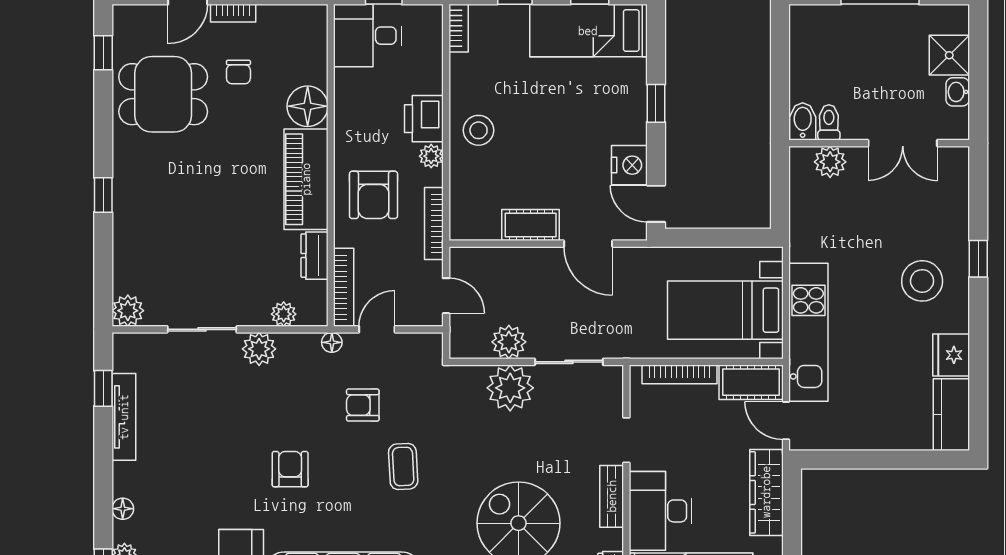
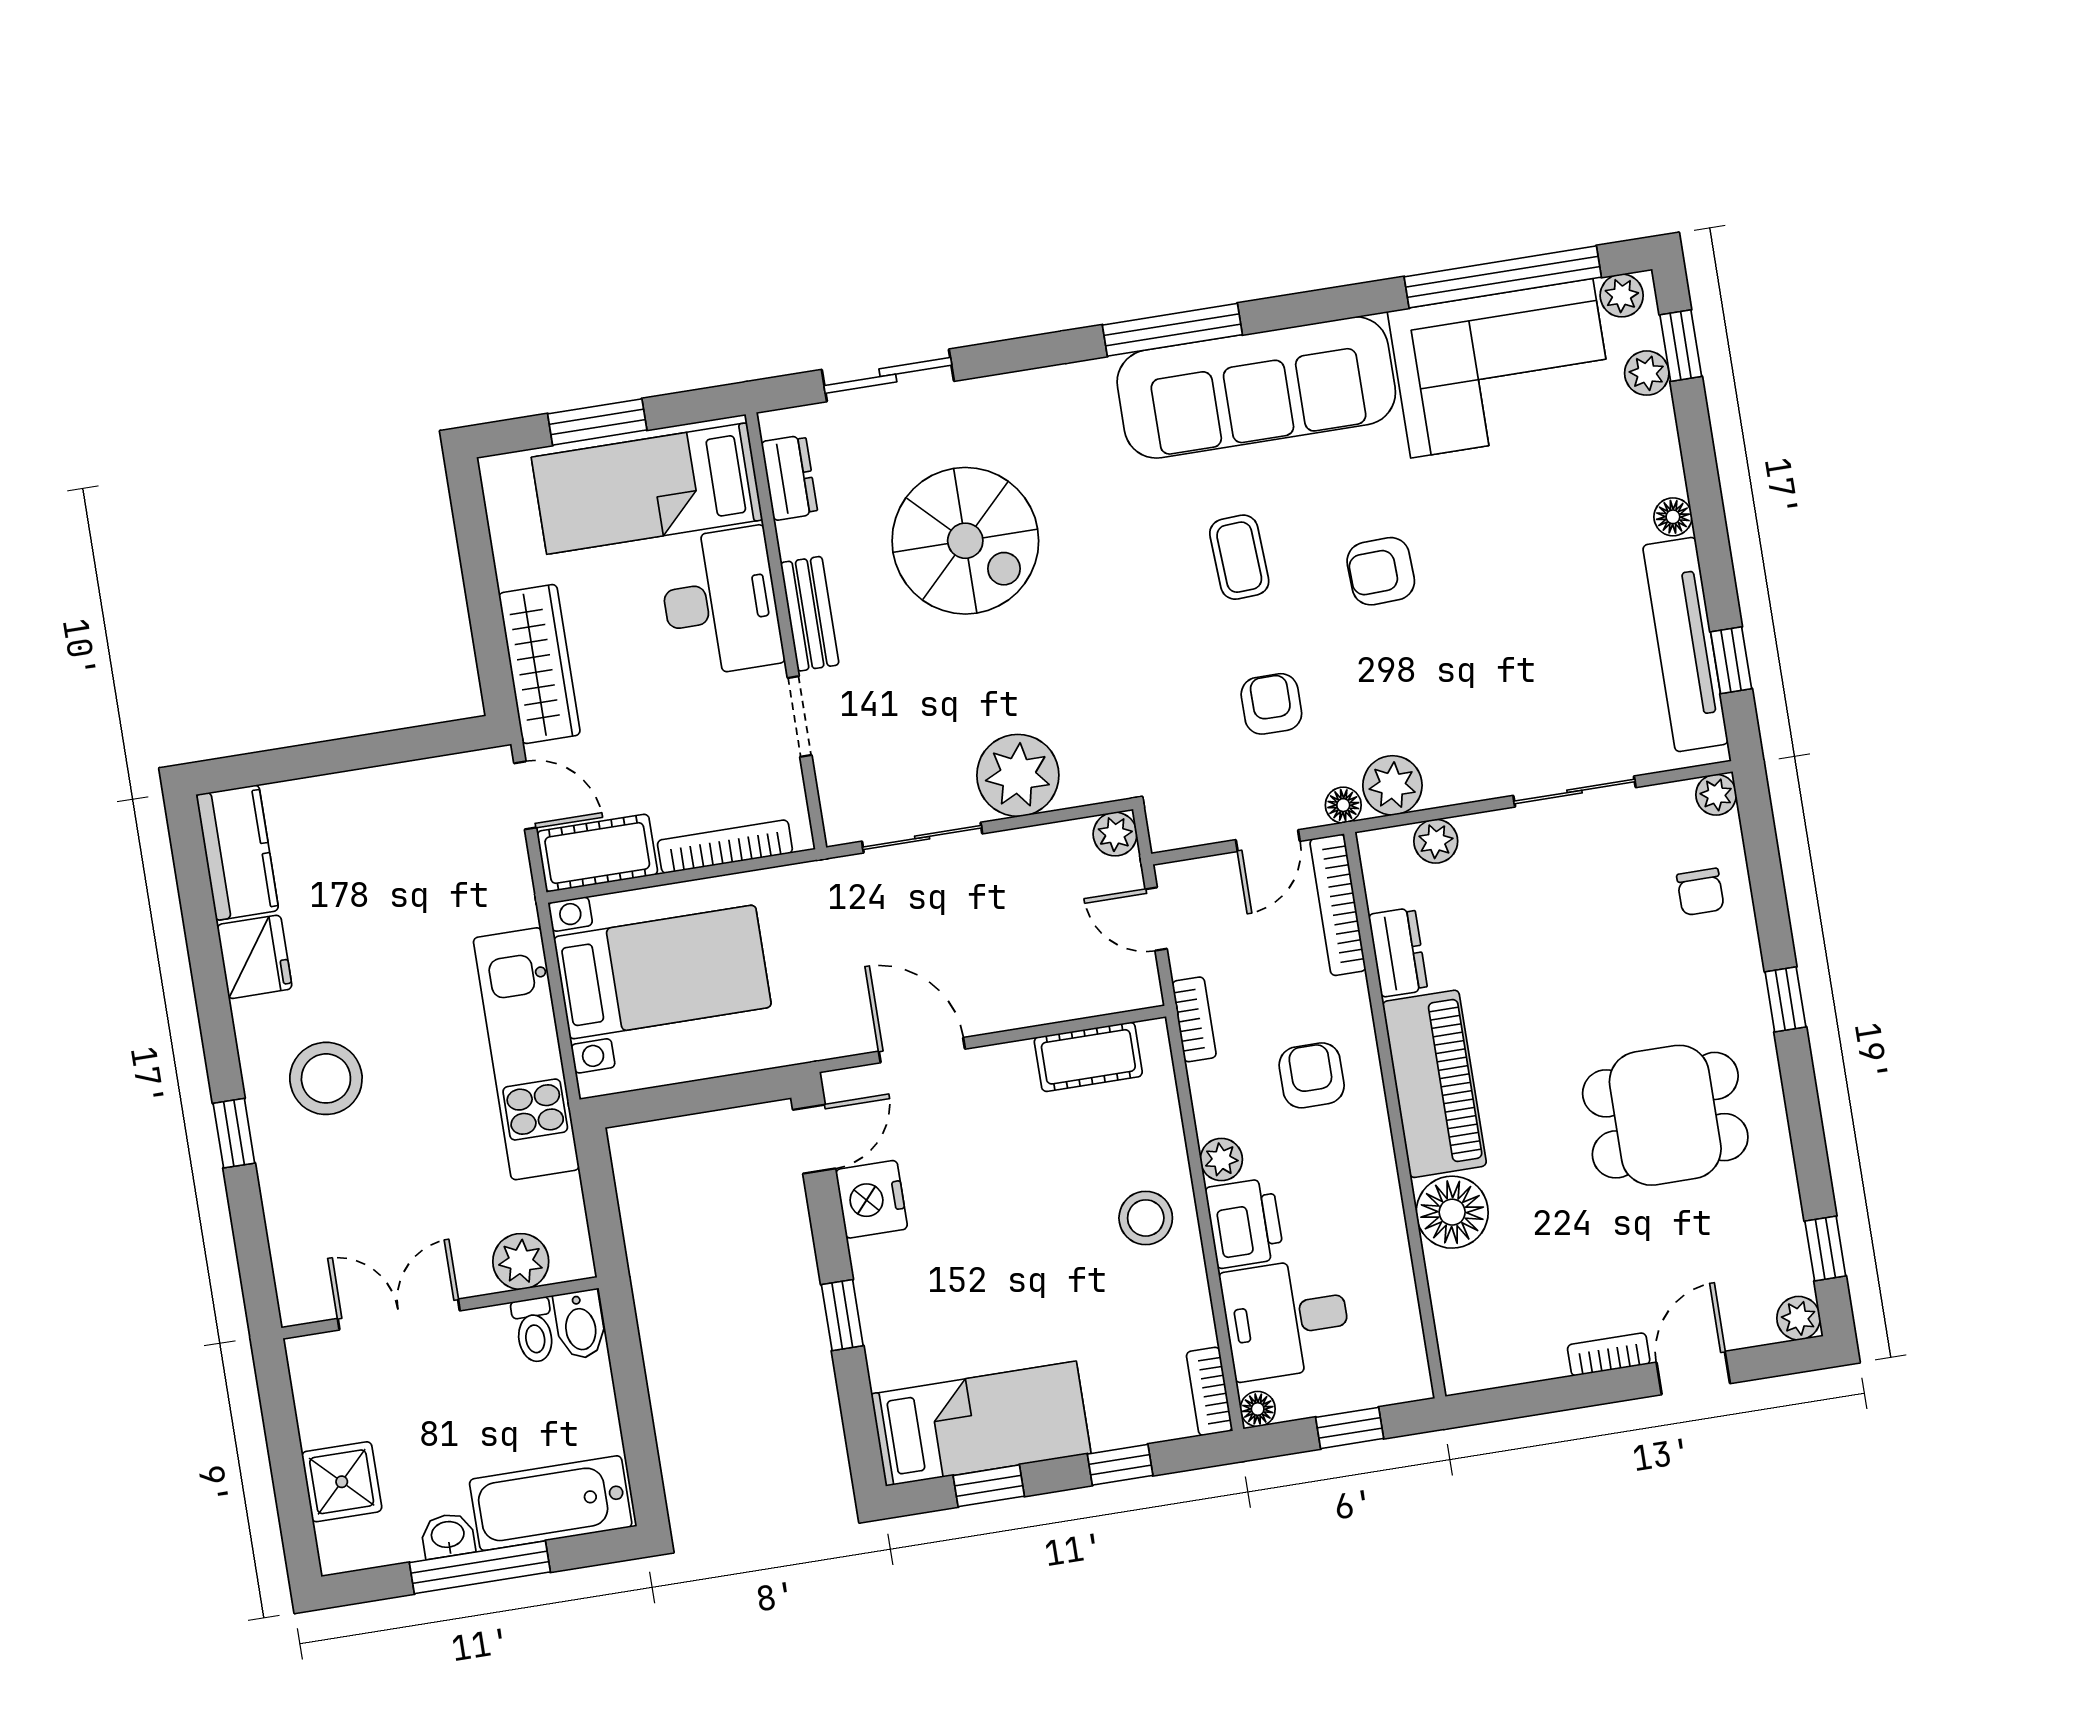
floor lamp: (433, 14) -> (1258, 1409), added
plant: (124, 16) -> (1799, 1318), added
bathtub: (835, 25) -> (551, 1503), added
desk: (368, 36) -> (1286, 1319), moved, turned 180
chair: (238, 72) -> (1700, 892), moved, turned 180
washbasin: (958, 92) -> (448, 1536), moved, turned -90
dining table: (163, 94) -> (1665, 1115), moved
armchair: (373, 195) -> (1312, 1075), width x0.72, depth x0.72
door: (656, 204) -> (814, 1139), hinge flipped
bookcase: (434, 223) -> (1194, 1019), width x0.64
cot: (531, 225) -> (1088, 1057), moved
plant: (128, 311) -> (1716, 795), width x0.73, depth x0.73
kitchen unit: (808, 332) -> (526, 1054), moved
plant: (509, 342) -> (1115, 834), moved, width x0.73, depth x0.73
plant: (259, 349) -> (1392, 785), moved
armchair: (363, 405) -> (1271, 704), turned -90
tv unit: (124, 417) -> (1685, 645), width x1.36, depth x1.29
coffee table: (403, 466) -> (1239, 557), moved
armchair: (290, 469) -> (1381, 571), turned 88
floor lamp: (123, 509) -> (1673, 517), moved

